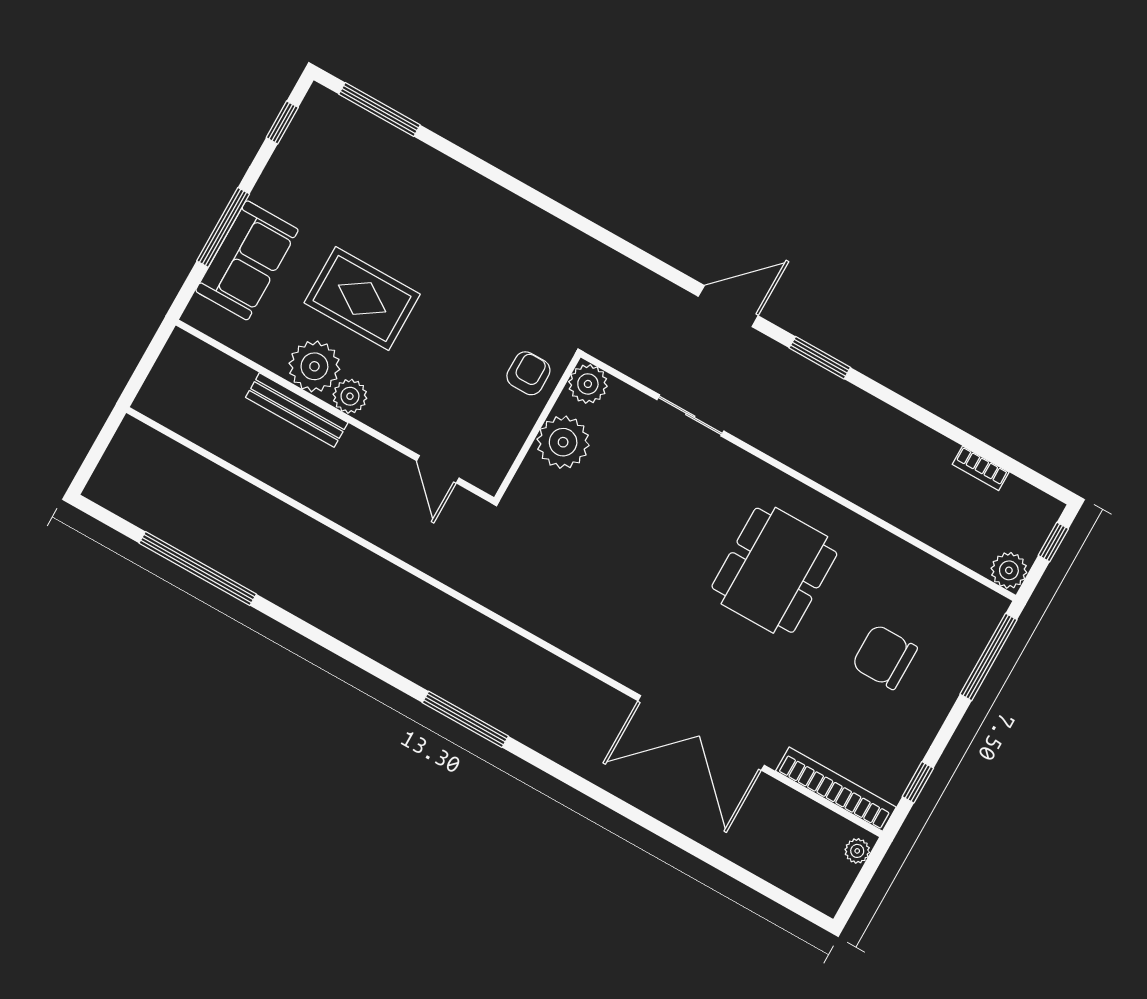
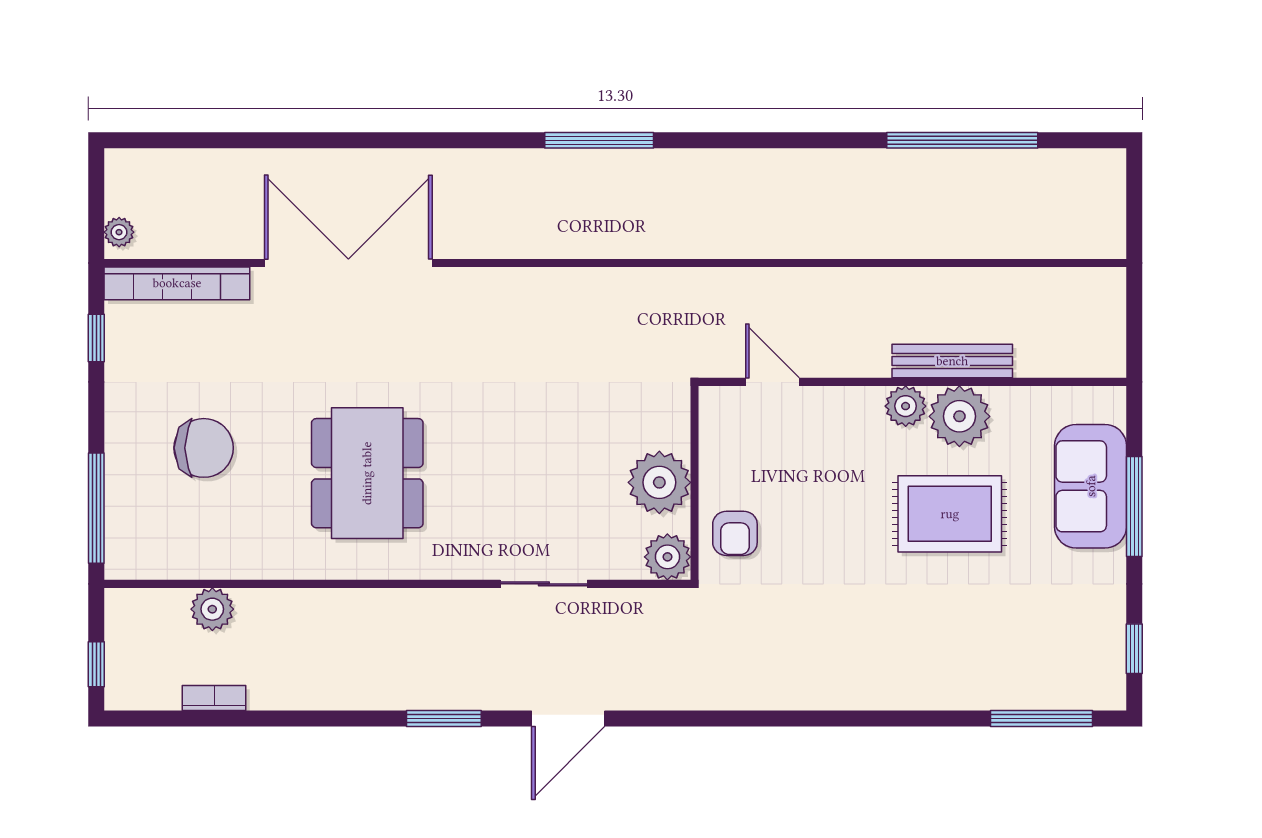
plant: (1009, 570) -> (212, 609), moved

